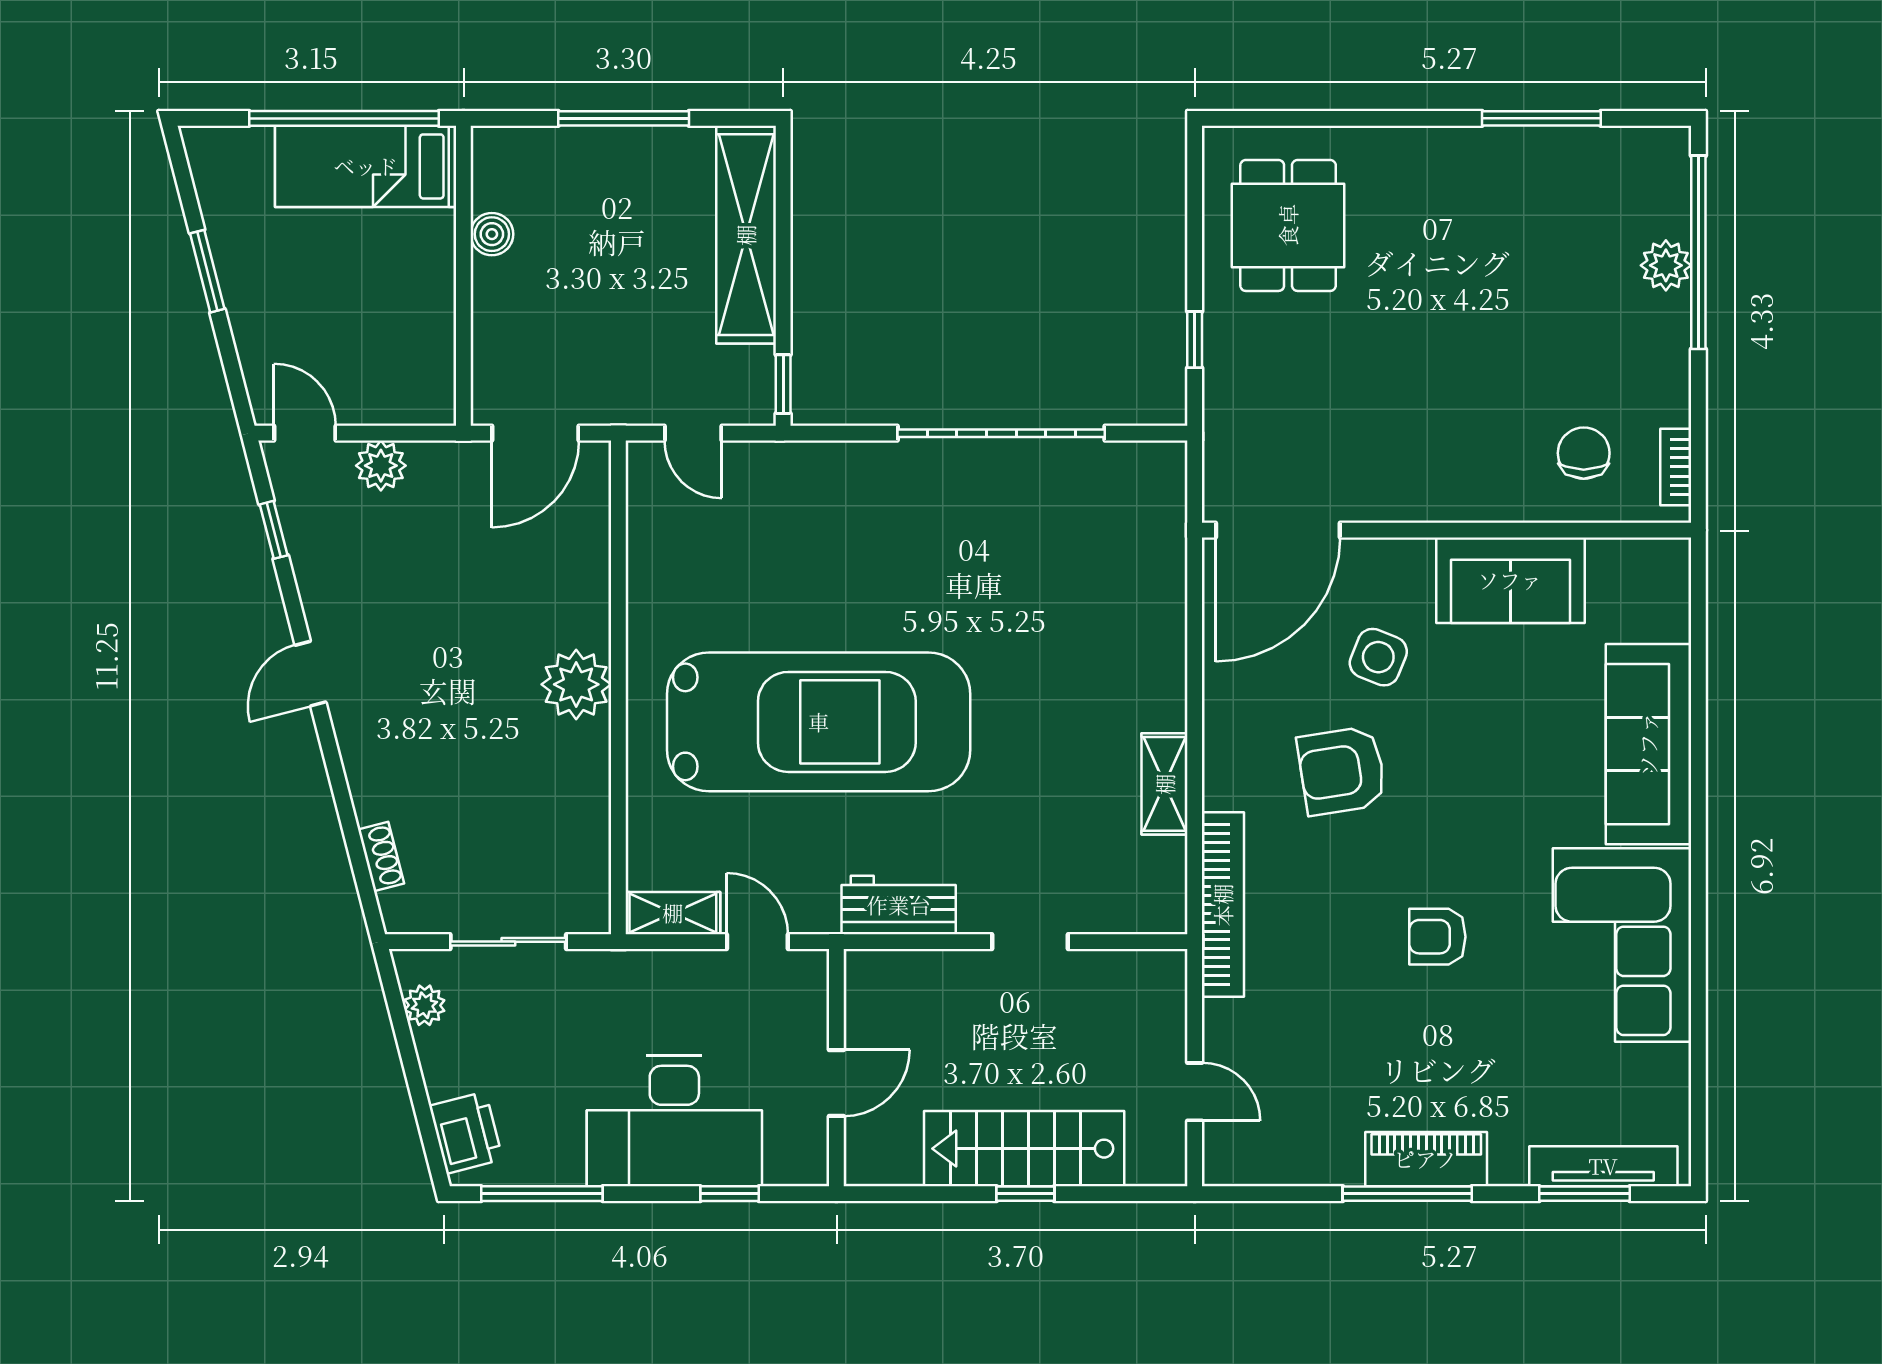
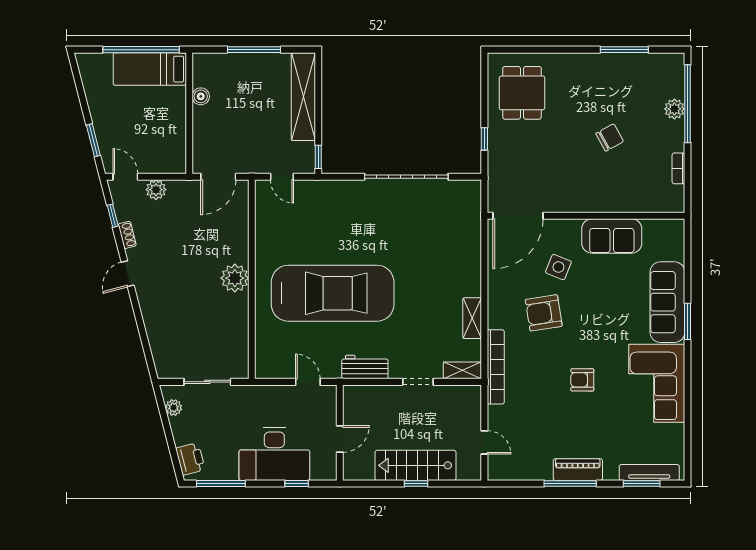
window: (207, 271) -> (93, 140), moved
chair: (1584, 453) -> (610, 137), moved, turned 61
bookcase: (1676, 467) -> (678, 168), moved
window: (1698, 792) -> (688, 321), added
shoe rack: (381, 856) -> (127, 235), moved
shelving: (673, 913) -> (462, 370), moved

